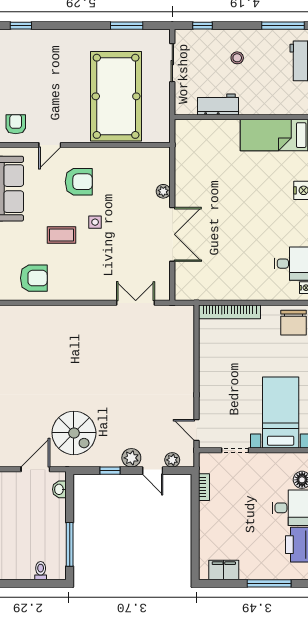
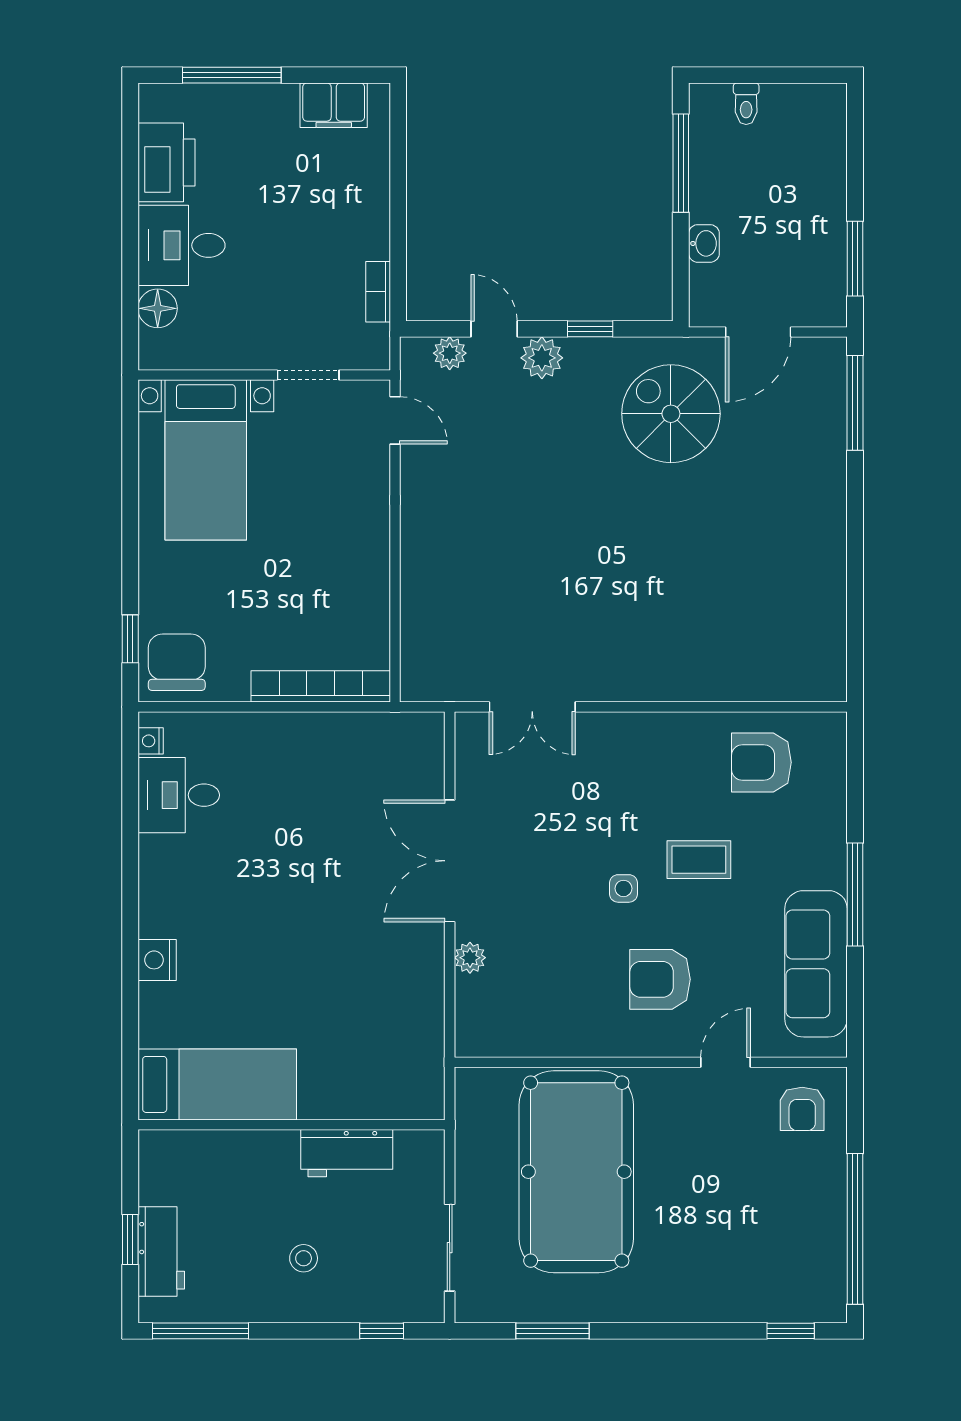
washbasin: (59, 489) -> (704, 243), moved

